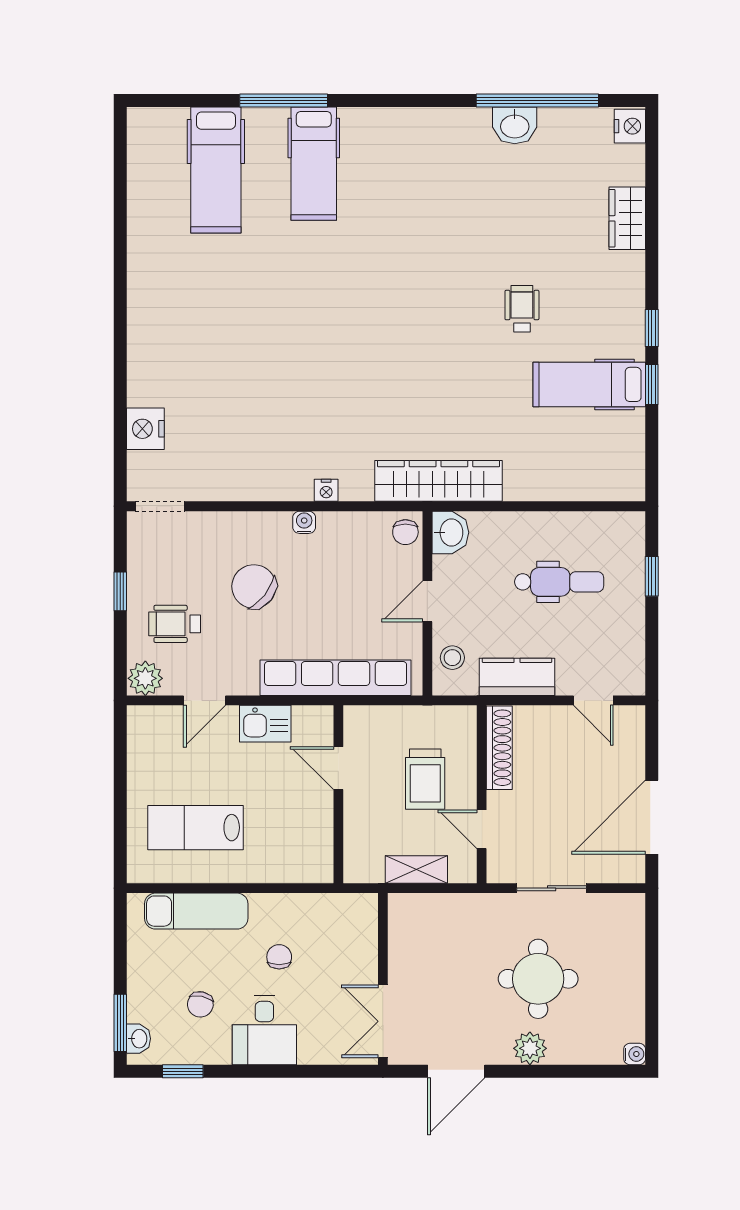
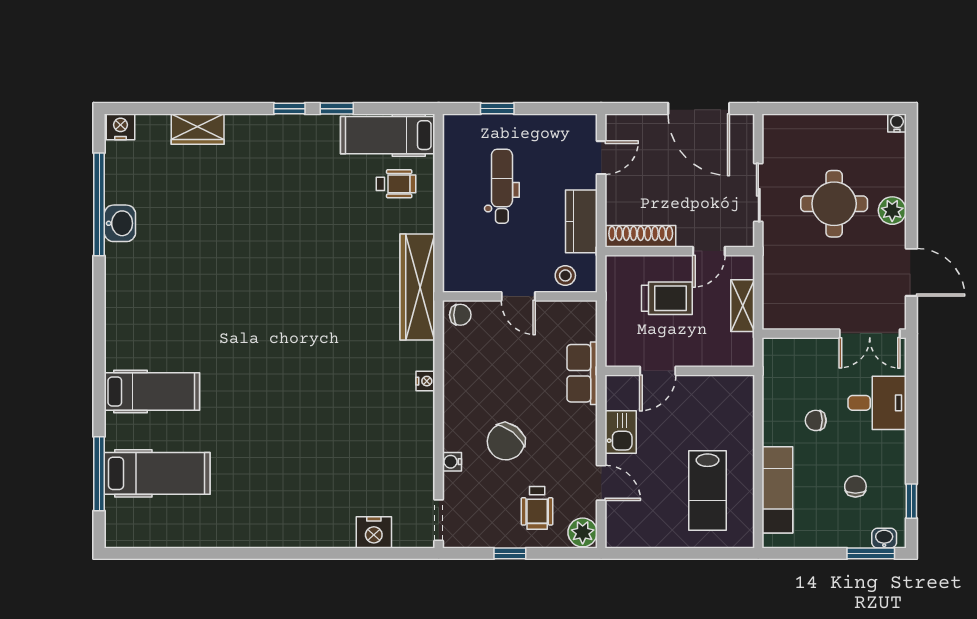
window: (284, 100) -> (99, 474), moved
wheelchair: (522, 309) -> (396, 184), moved, turned 180
hospital bed: (589, 384) -> (388, 135), moved, turned 90
water cooler: (304, 522) -> (452, 462), moved
washbasin: (450, 532) -> (461, 277), removed
row of seats: (336, 678) -> (582, 373), width x0.50
chair: (200, 1004) -> (855, 486), turned -102
desk: (264, 1030) -> (877, 403), moved

